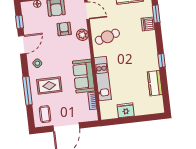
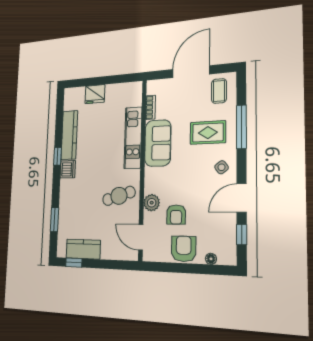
dishwasher: (148, 24) -> (68, 169), moved
kitchen counter: (155, 83) -> (69, 135), width x1.50
fridge: (126, 110) -> (95, 94), moved

